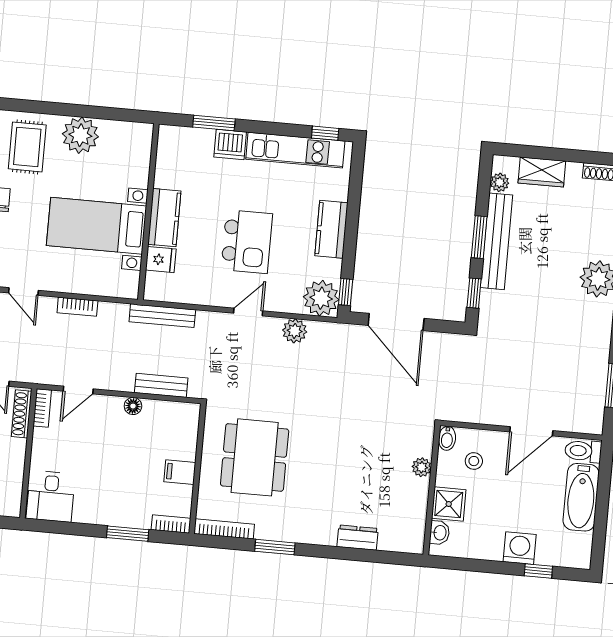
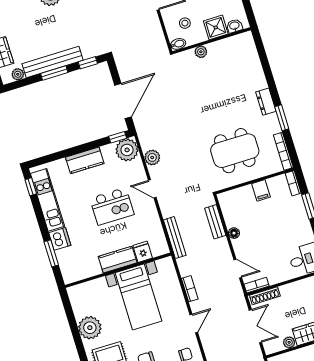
kitchen island: (247, 242) -> (112, 206), turned 180
dresser: (358, 538) -> (266, 102), moved

